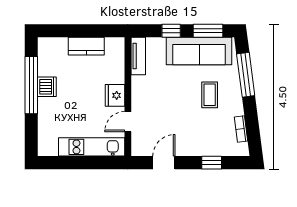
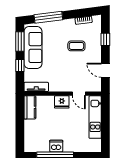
kitchen counter: (86, 46) -> (30, 107), moved
coffee table: (210, 95) -> (76, 46), moved

